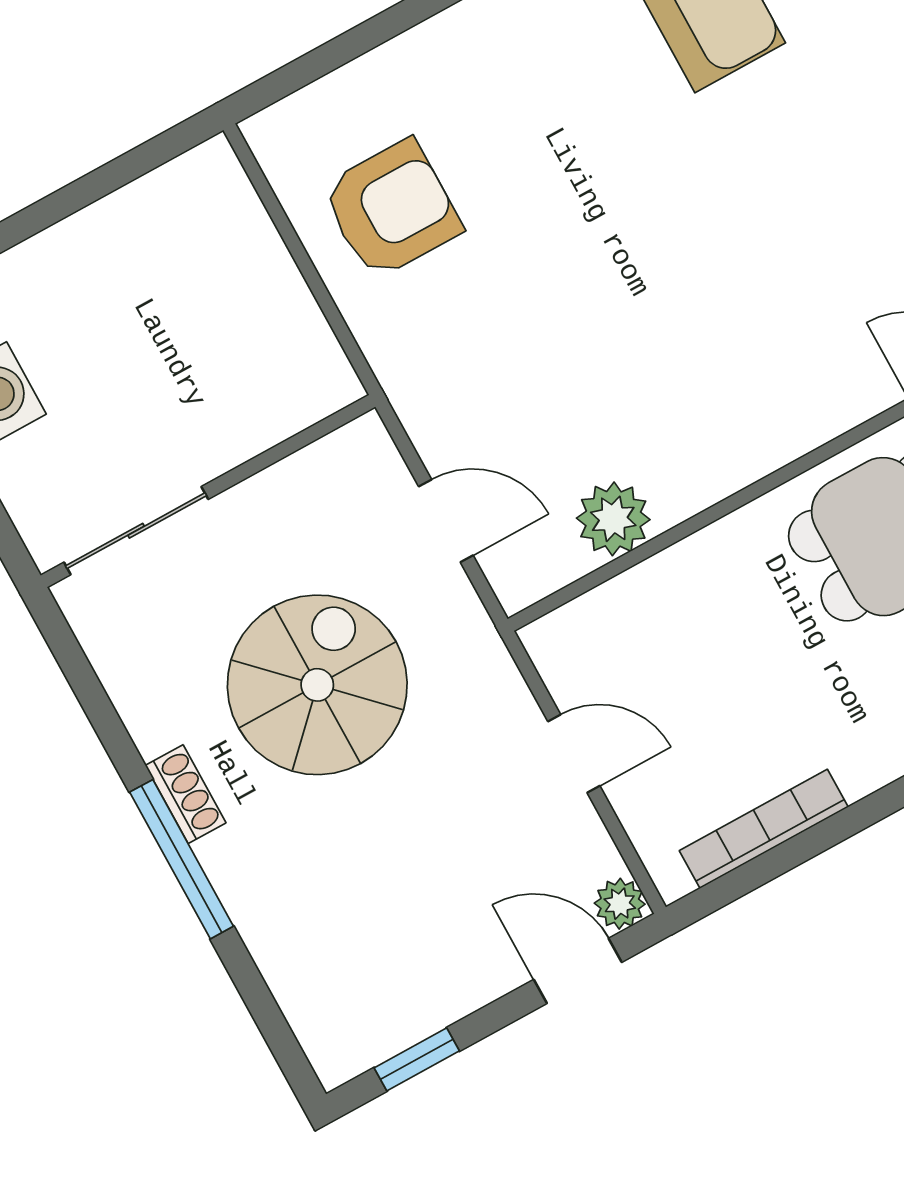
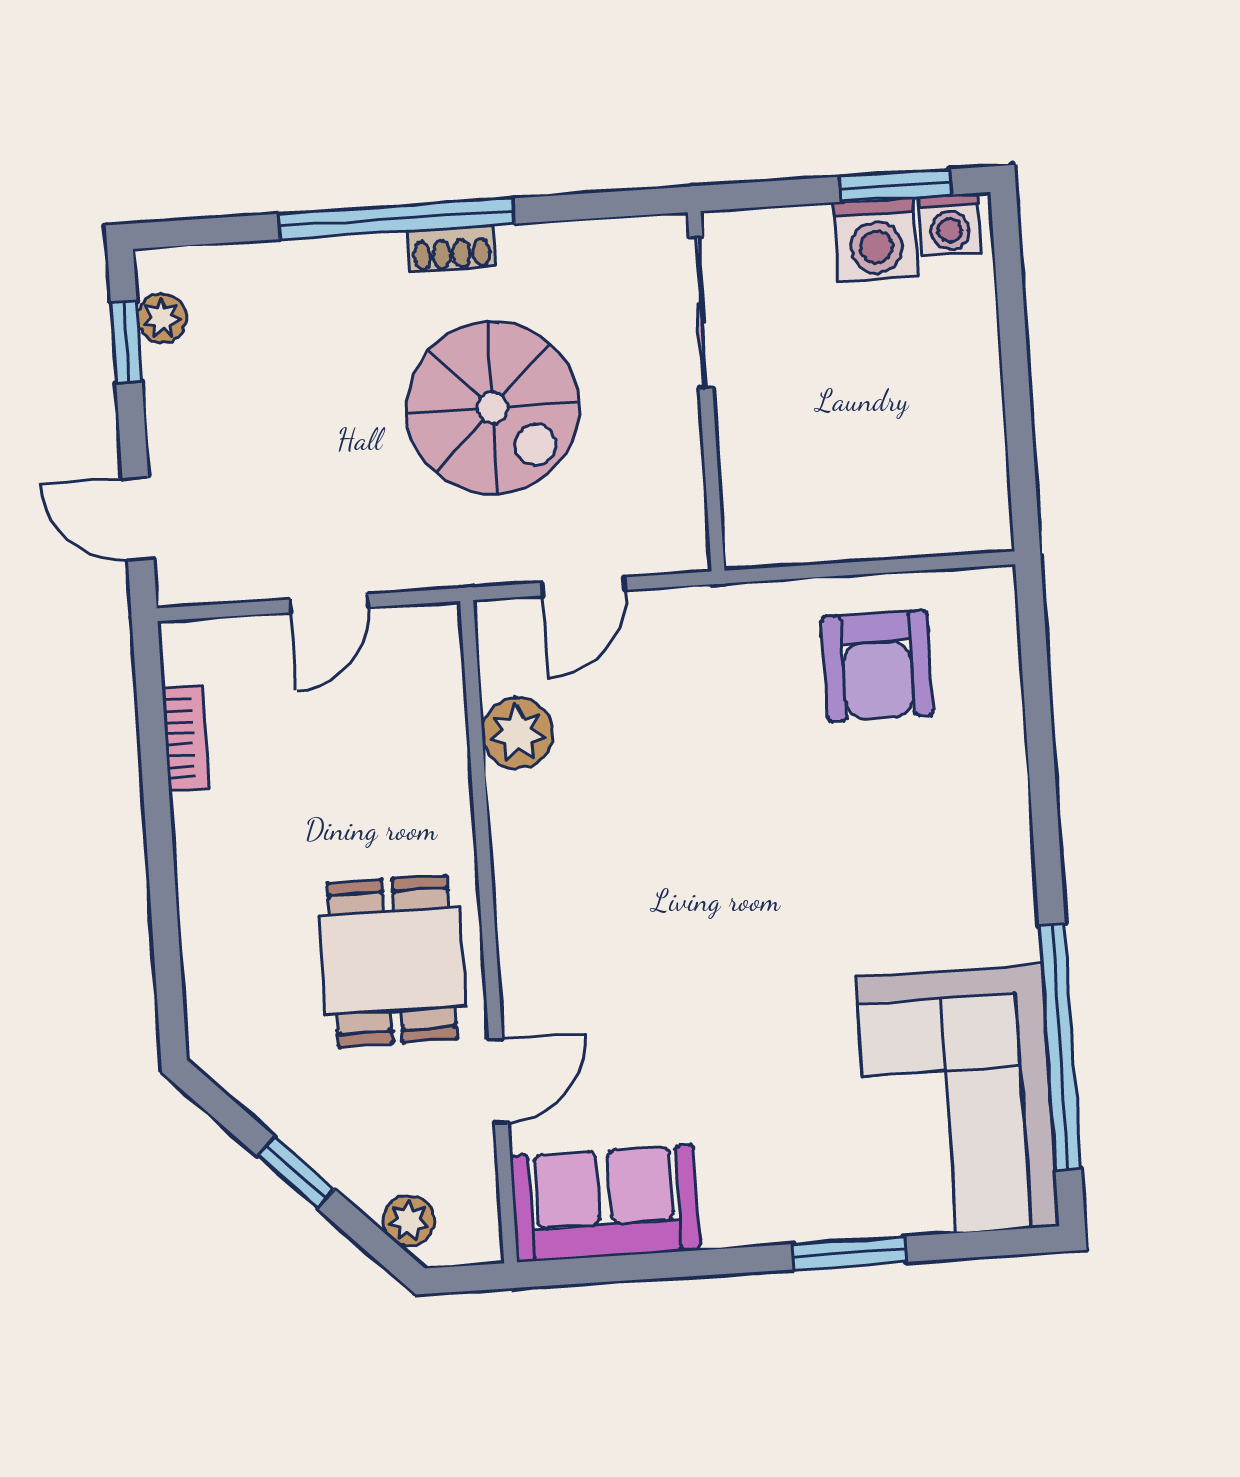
bookcase: (764, 829) -> (186, 738), width x0.64
window: (182, 859) -> (396, 219), width x1.46
plant: (620, 904) -> (162, 318), moved
door: (578, 971) -> (138, 519), swing flipped

